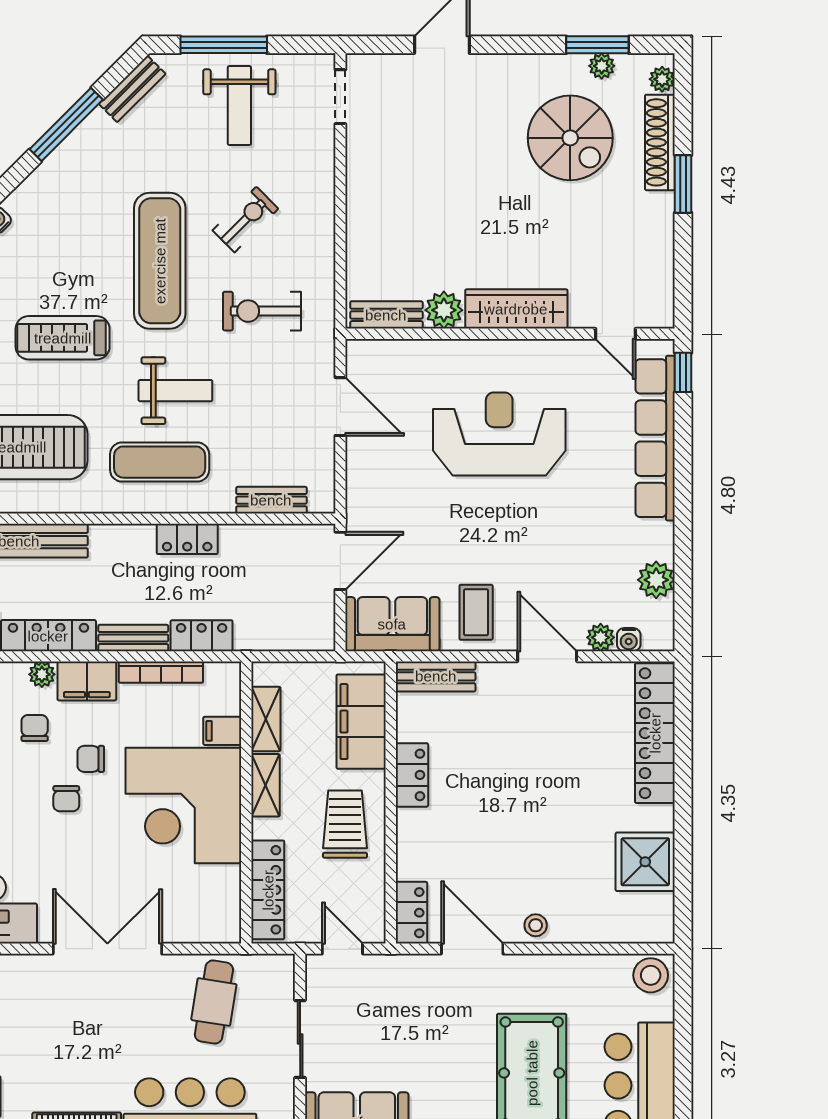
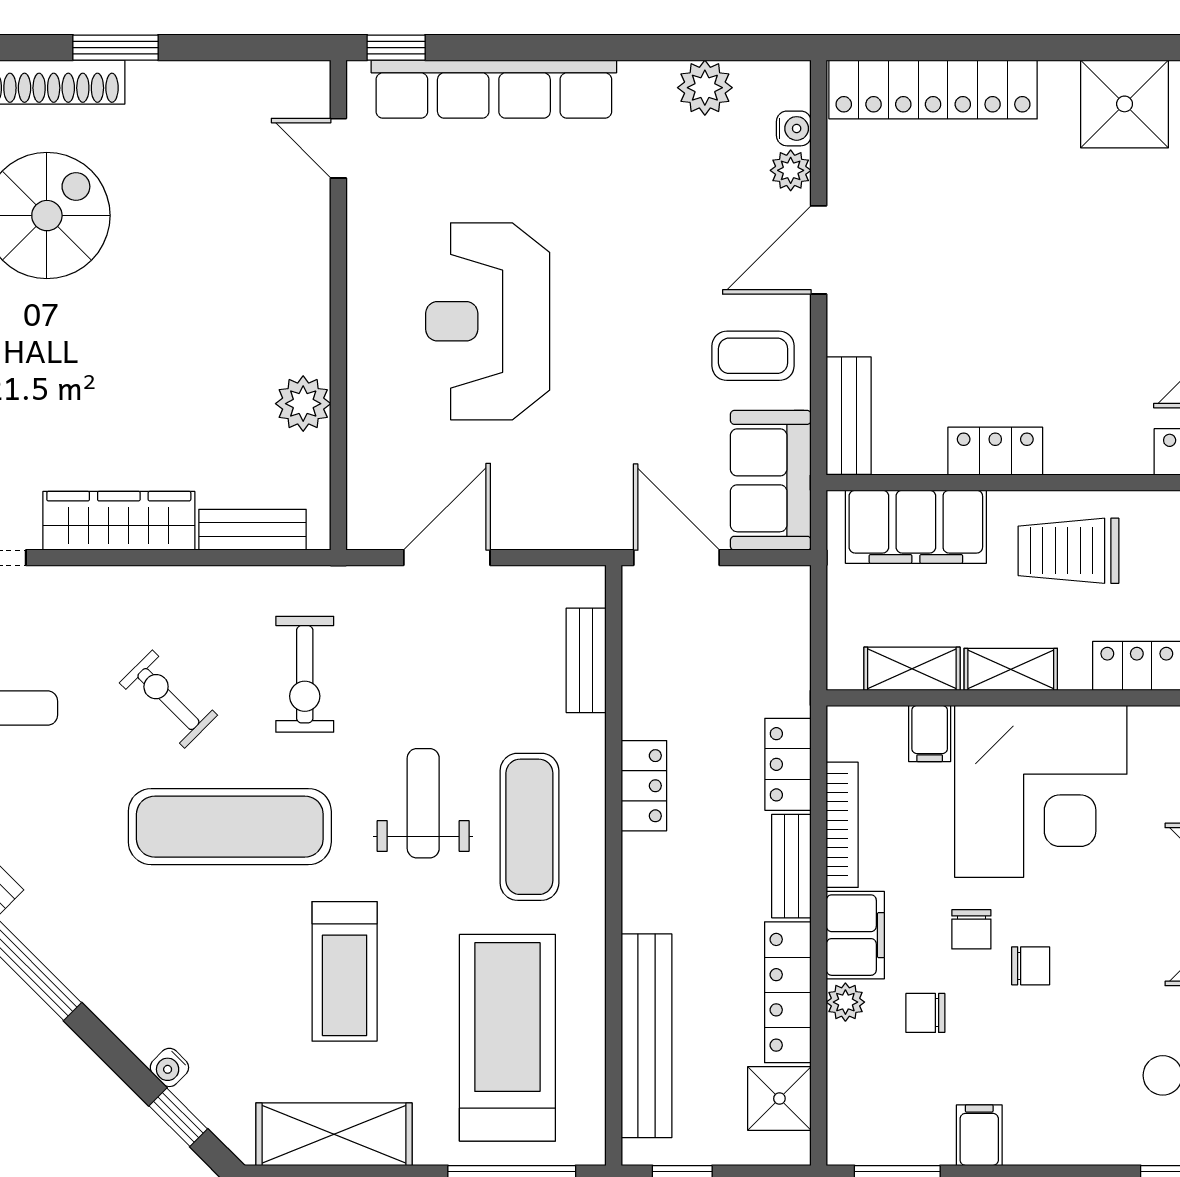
wardrobe: (516, 309) -> (119, 521), moved, turned 90
bench: (386, 315) -> (252, 530), moved, turned 90
door: (615, 334) -> (338, 148), swing flipped

